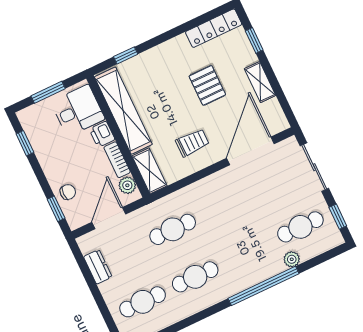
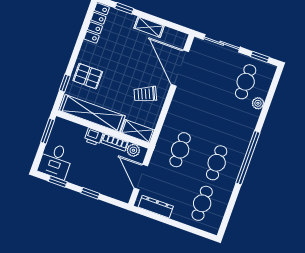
pallet: (207, 85) -> (88, 76), moved
window: (48, 92) -> (48, 131), moved
desk: (78, 110) -> (56, 161), moved, turned 180
trolley: (192, 143) -> (145, 94), turned -114
chair: (68, 192) -> (106, 185), removed
window: (56, 209) -> (90, 193), moved
dresser: (98, 267) -> (156, 207), width x1.44
window: (263, 286) -> (248, 158), moved

